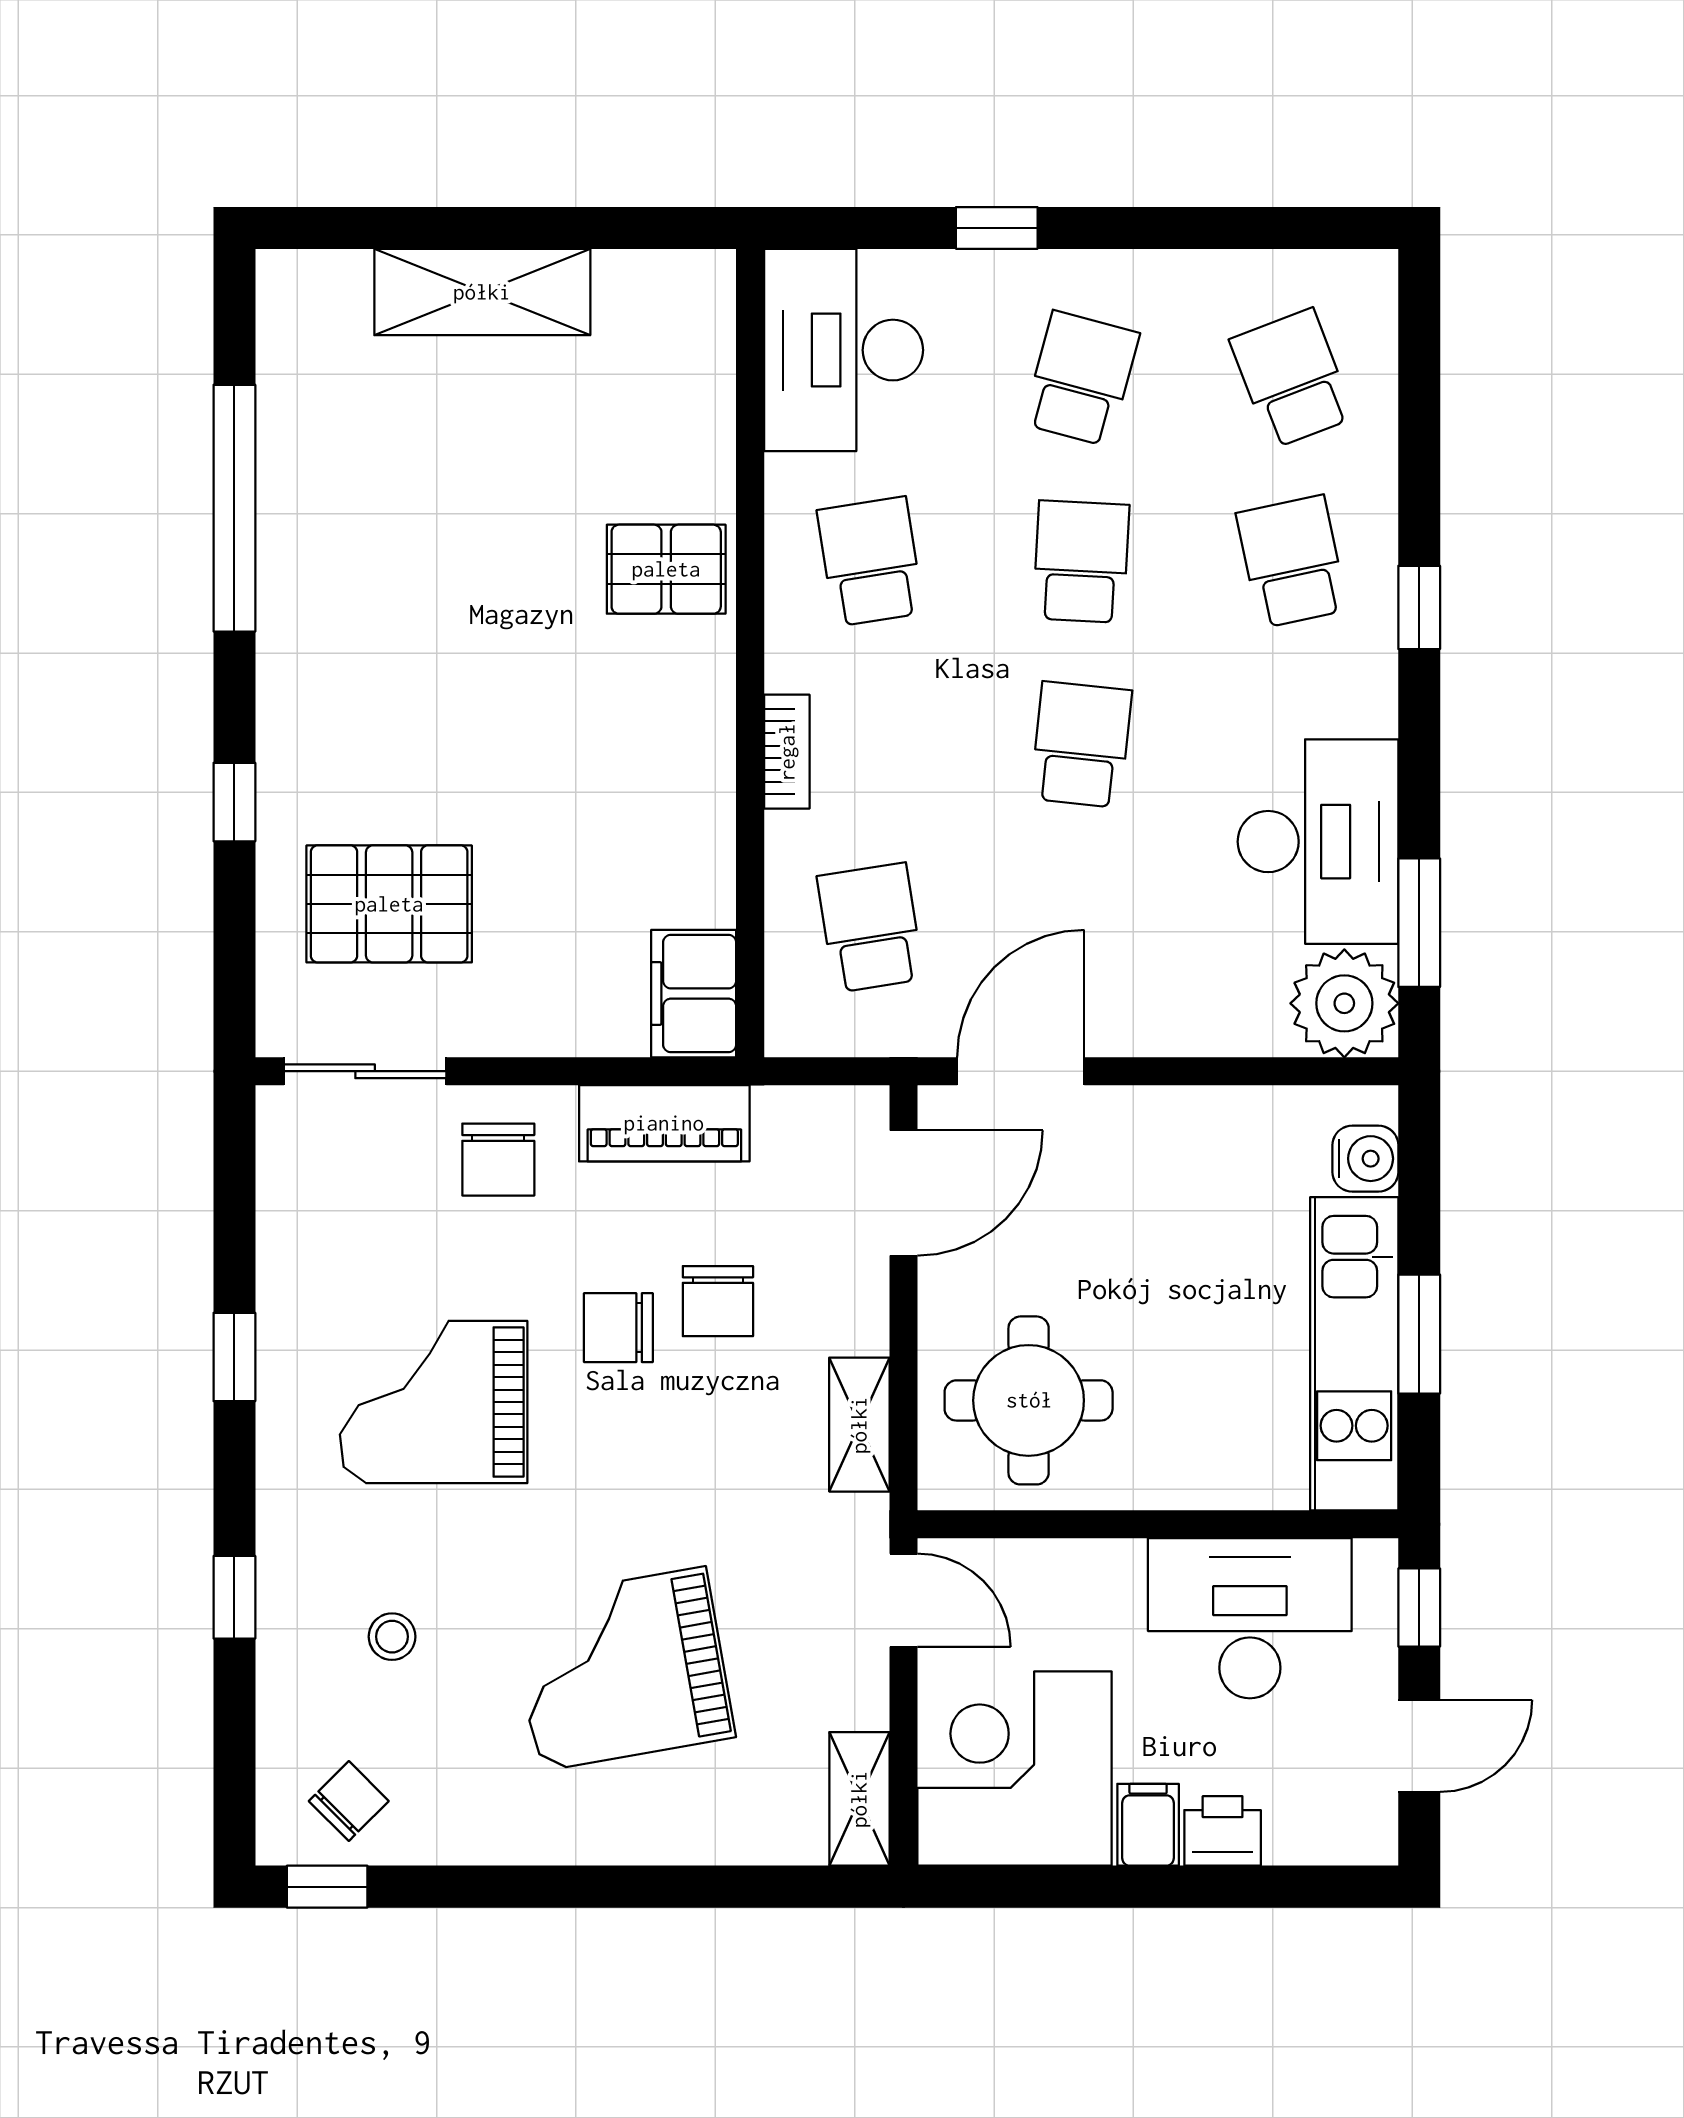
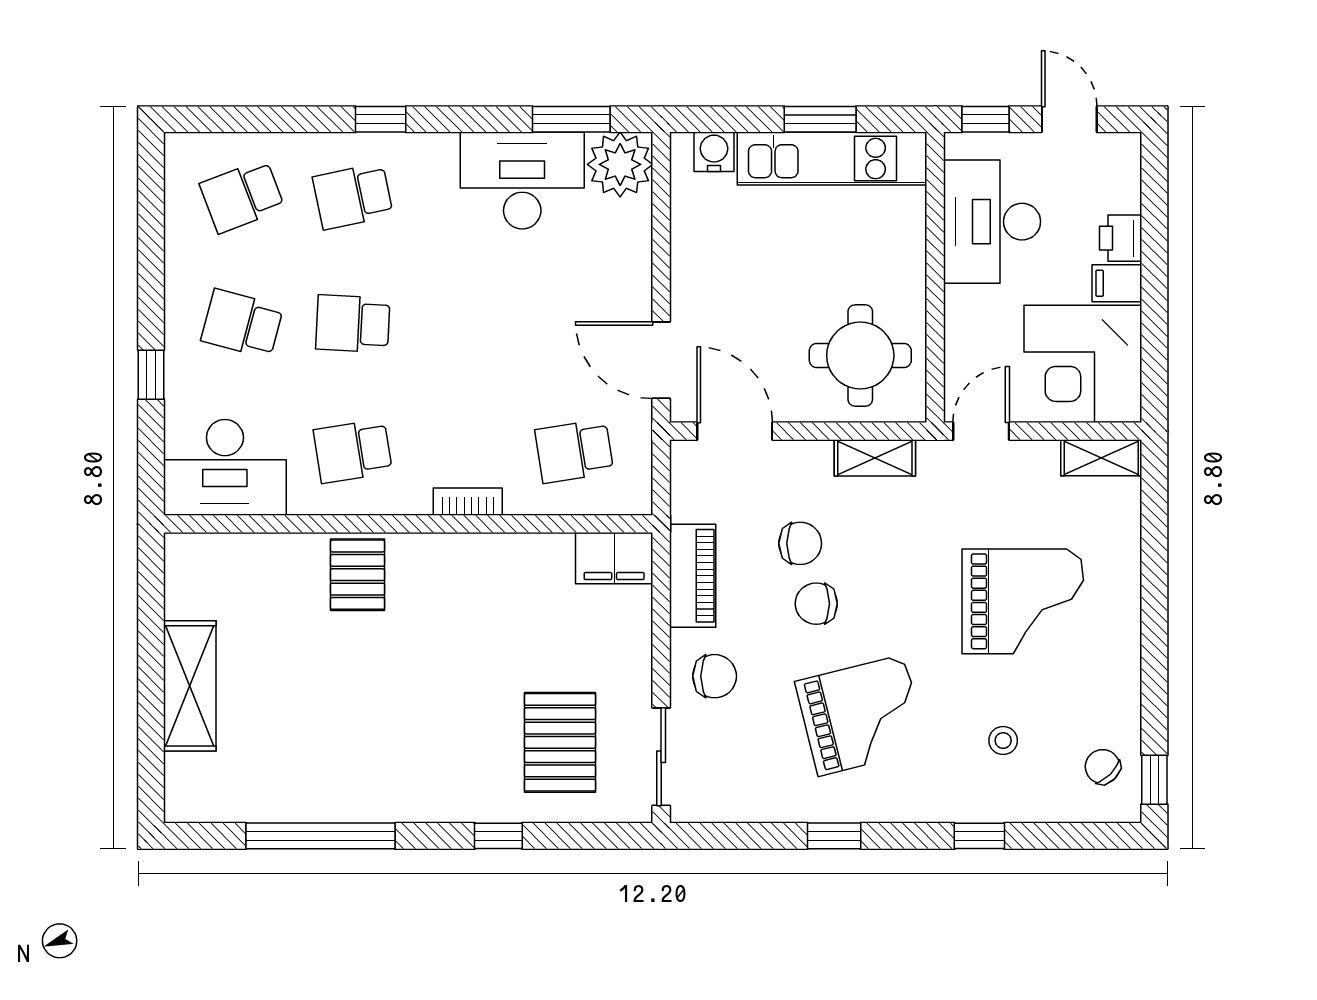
school desk: (1081, 745) -> (464, 324), removed
chair: (618, 1328) -> (816, 604), turned 90
grand piano: (434, 1402) -> (861, 715), turned -104
grand piano: (622, 1669) -> (1023, 601), turned -80

